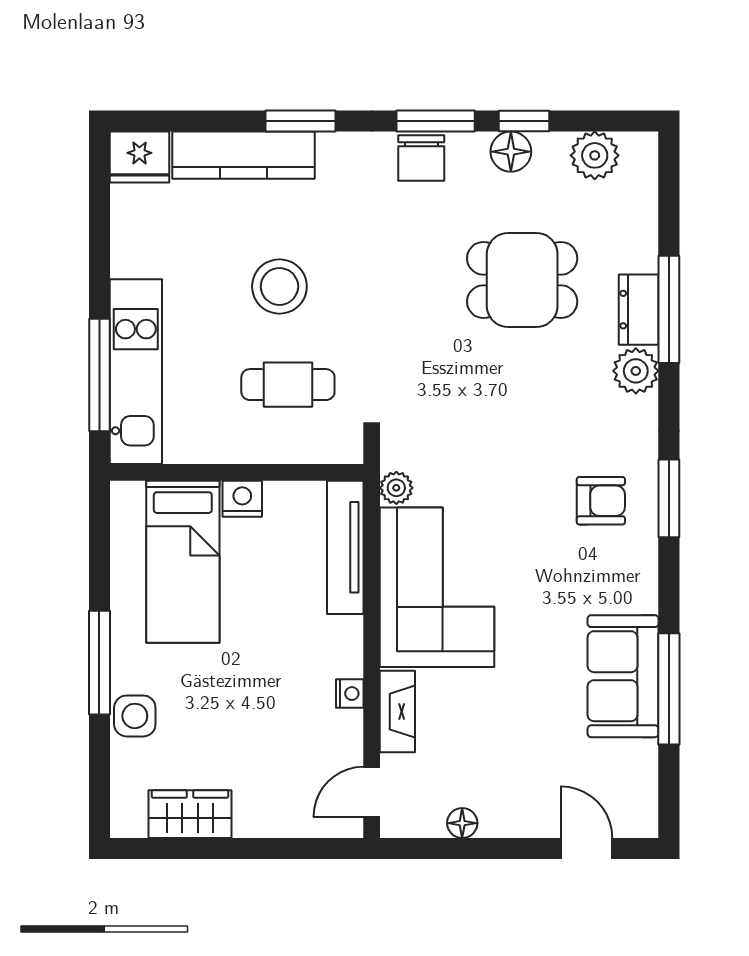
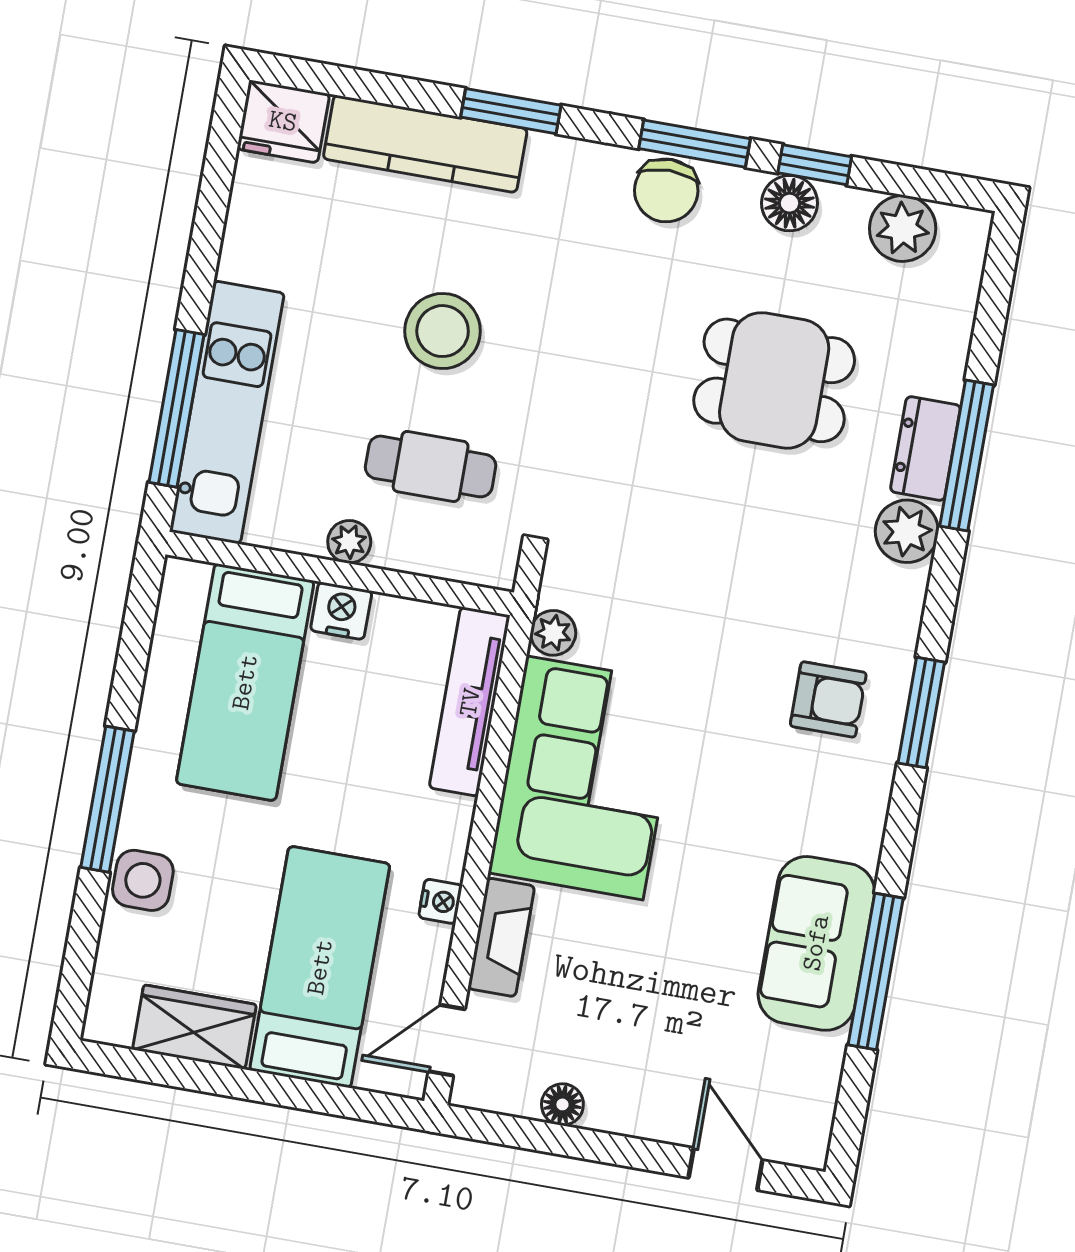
plant: (239, 449) -> (349, 542), added
bed: (272, 755) -> (320, 967), added

